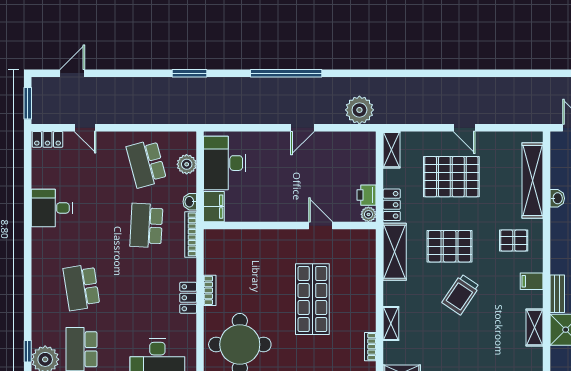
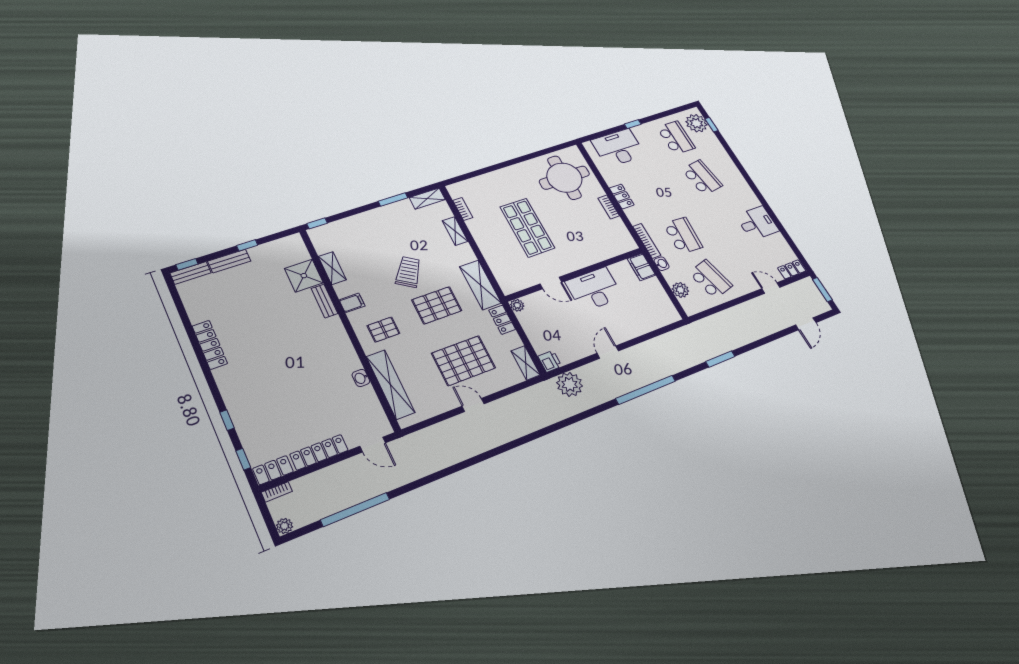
desk: (225, 163) -> (594, 289), moved, turned -90
printer: (367, 195) -> (550, 361), moved

